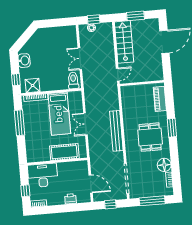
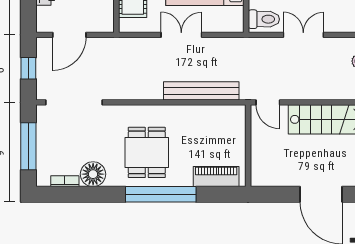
window: (172, 128) -> (161, 194), width x2.11
bench: (116, 131) -> (201, 91), moved
dining table: (150, 137) -> (147, 152), turned 90

